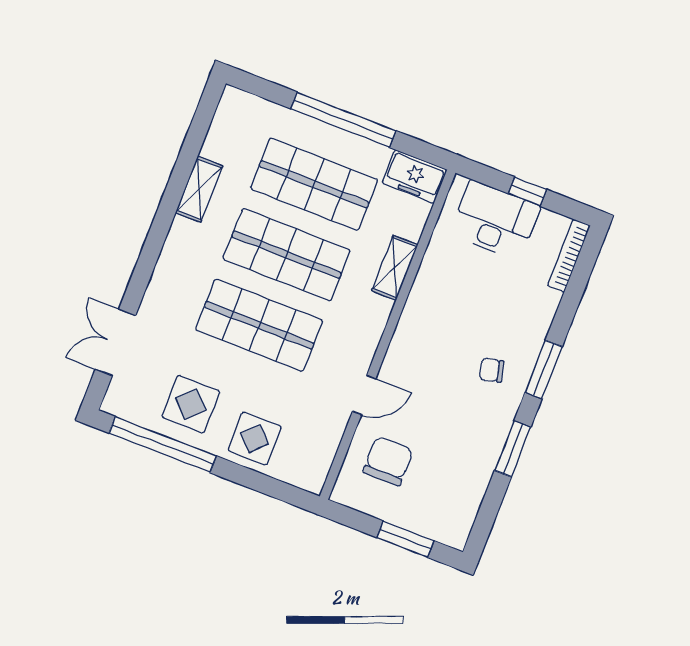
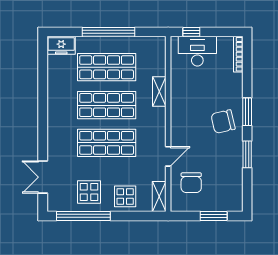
freezer: (415, 176) -> (61, 45), moved
shelving: (199, 189) -> (159, 196), moved
window: (527, 192) -> (191, 32), moved
chair: (492, 370) -> (223, 122), width x1.87, depth x1.87
chair: (388, 461) -> (191, 183), turned 180

